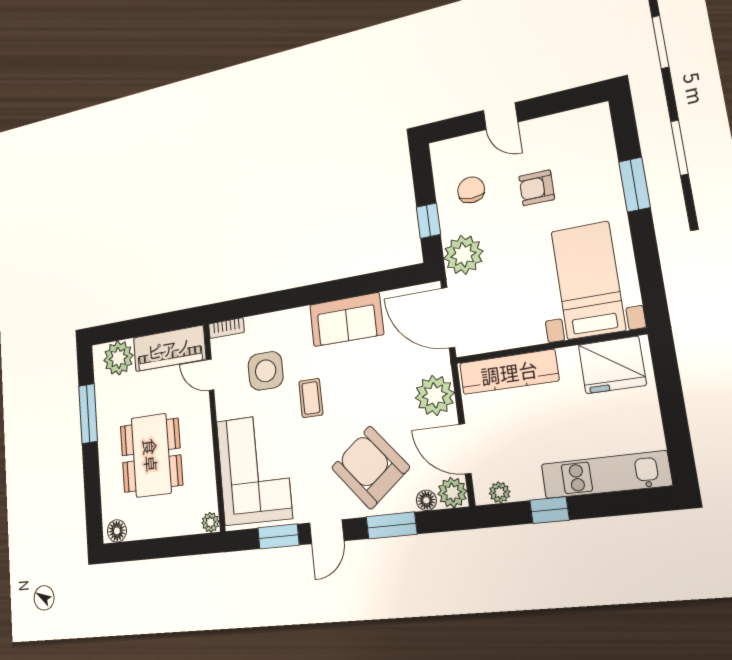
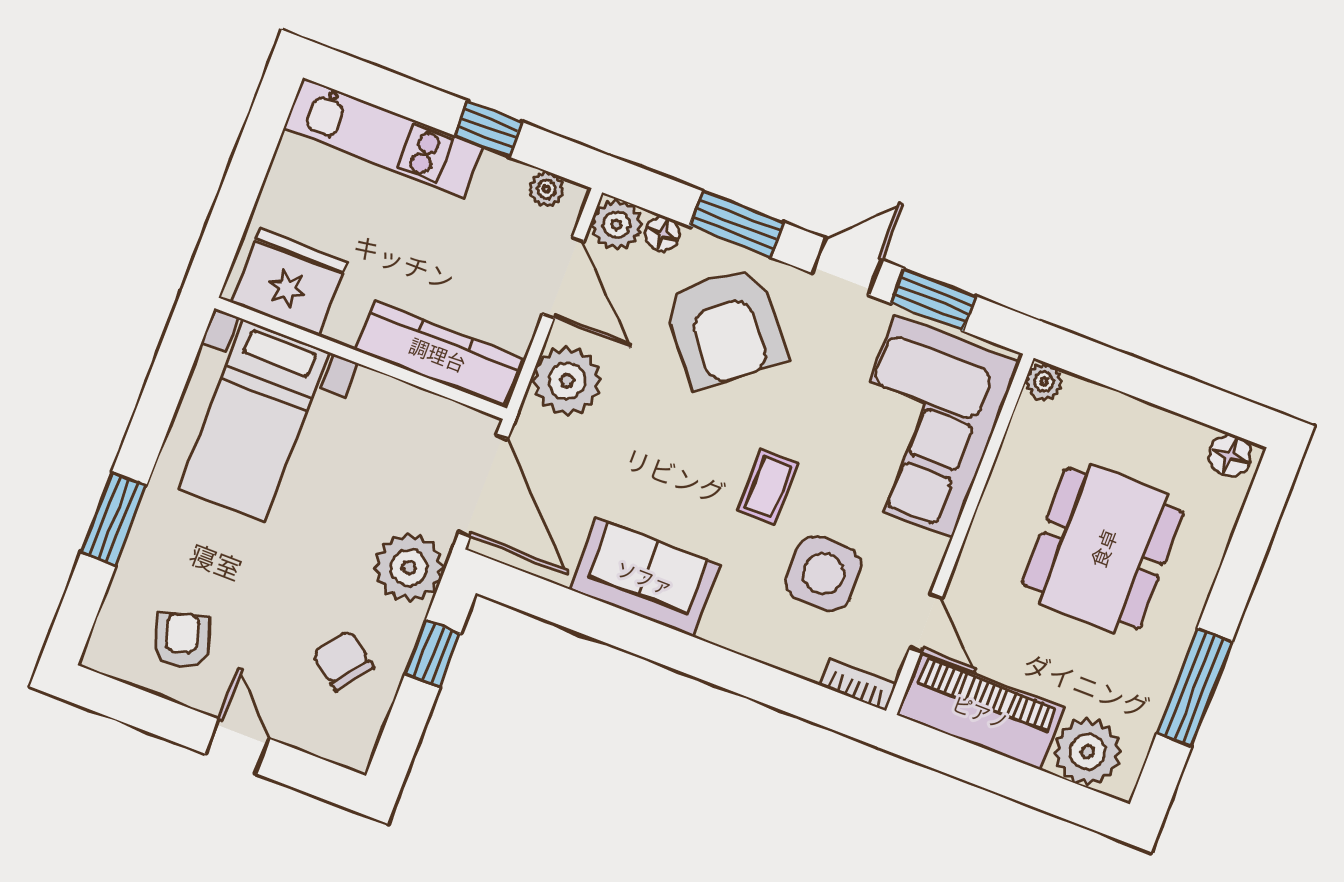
armchair: (537, 188) -> (182, 640), moved, turned -106
chair: (471, 190) -> (343, 660), turned 127

